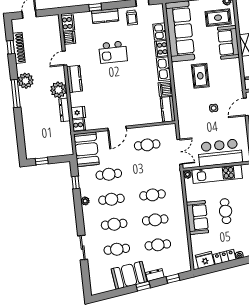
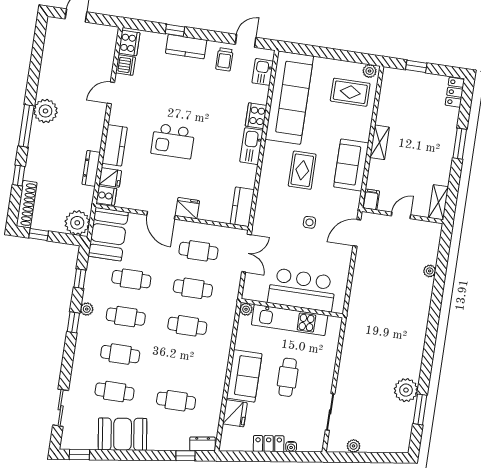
kitchen sink: (160, 32) -> (263, 72), moved
sofa: (228, 42) -> (351, 165), moved
window: (11, 47) -> (19, 176), moved
shoe rack: (19, 48) -> (27, 204), moved
kitchen island: (113, 52) -> (173, 141), moved
kitchen counter: (74, 79) -> (115, 145), moved
dishwasher: (165, 89) -> (246, 176), removed
plant: (59, 90) -> (77, 223), moved
fridge: (133, 119) -> (187, 208), added
door: (117, 128) -> (161, 215), hinge flipped
double door: (180, 152) -> (246, 253), moved
window: (79, 212) -> (73, 322), added
cafe table: (155, 220) -> (193, 288), moved
sliding door: (83, 248) -> (61, 408), moved
fridge: (205, 260) -> (235, 413), moved, turned 98
dresser: (155, 275) -> (202, 444), moved
window: (143, 286) -> (79, 455), moved

